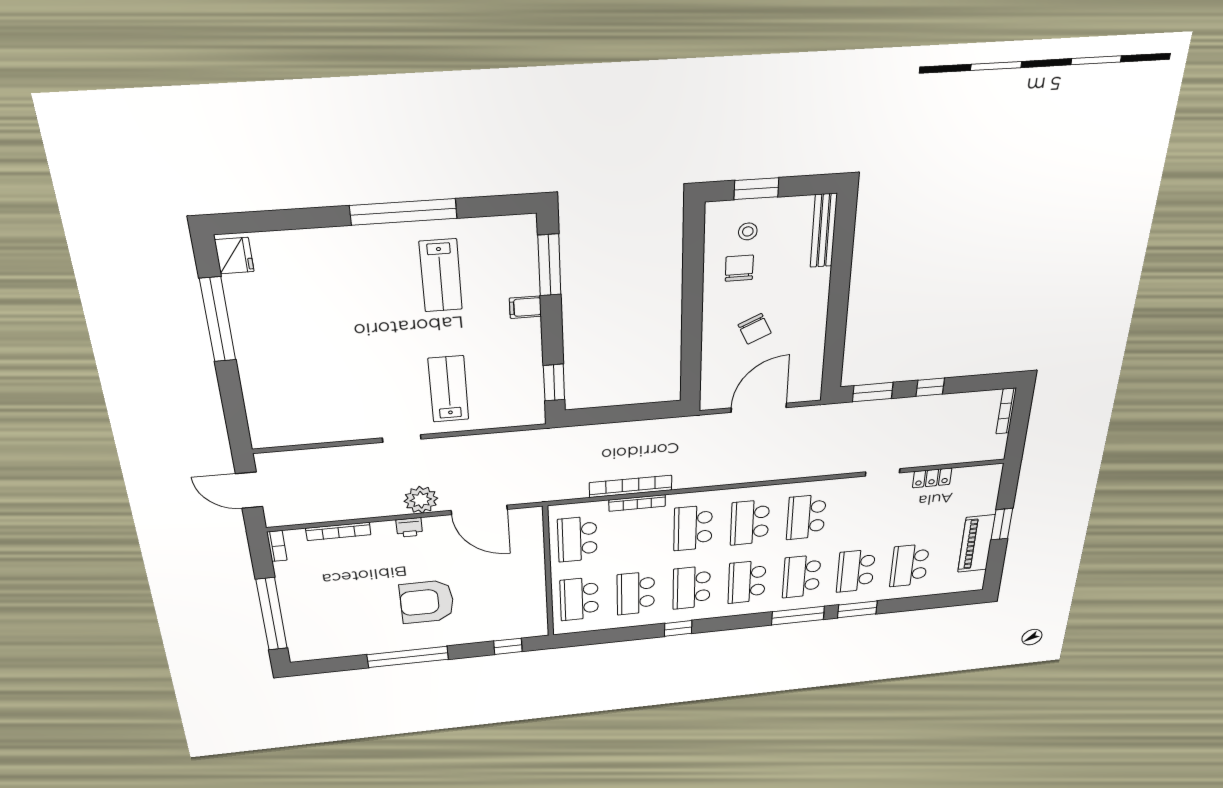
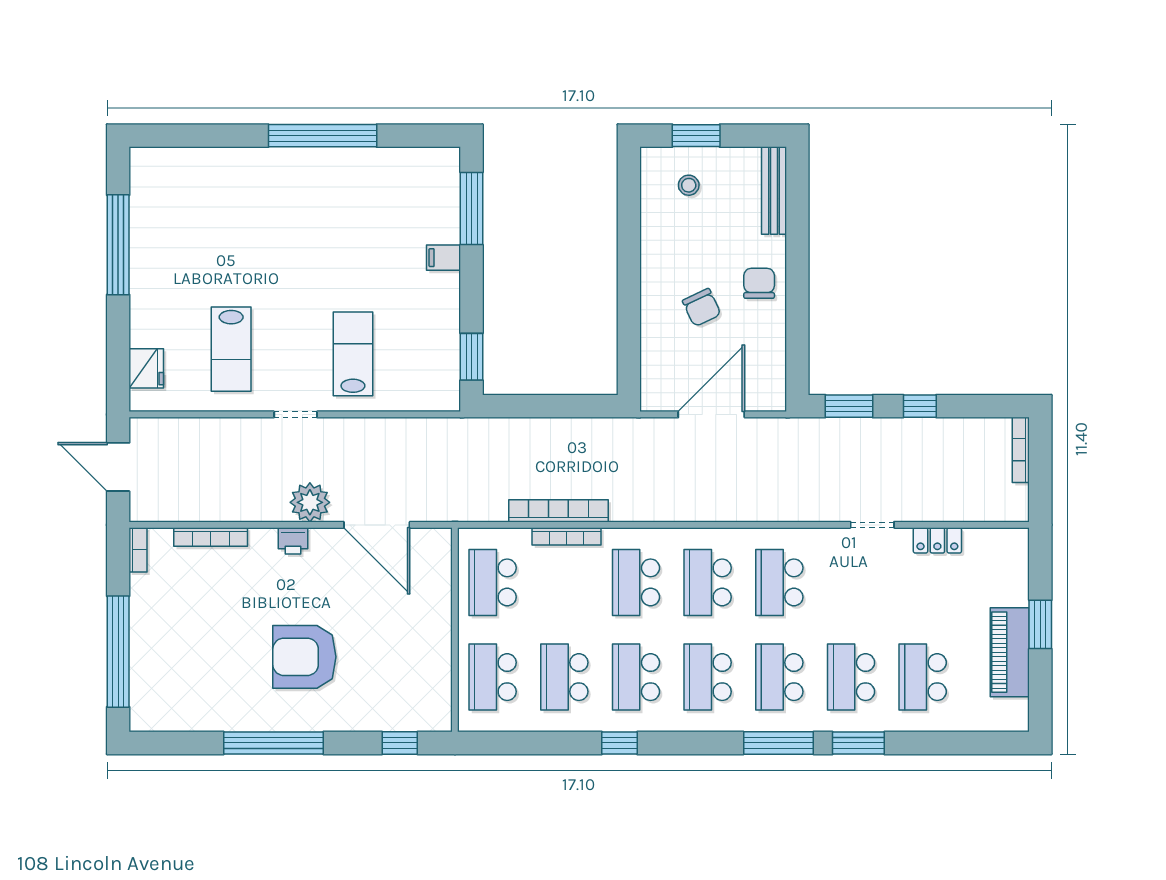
fridge: (234, 256) -> (146, 368), moved
chair: (739, 268) -> (759, 283), moved
lab bench: (441, 276) -> (231, 349), moved

